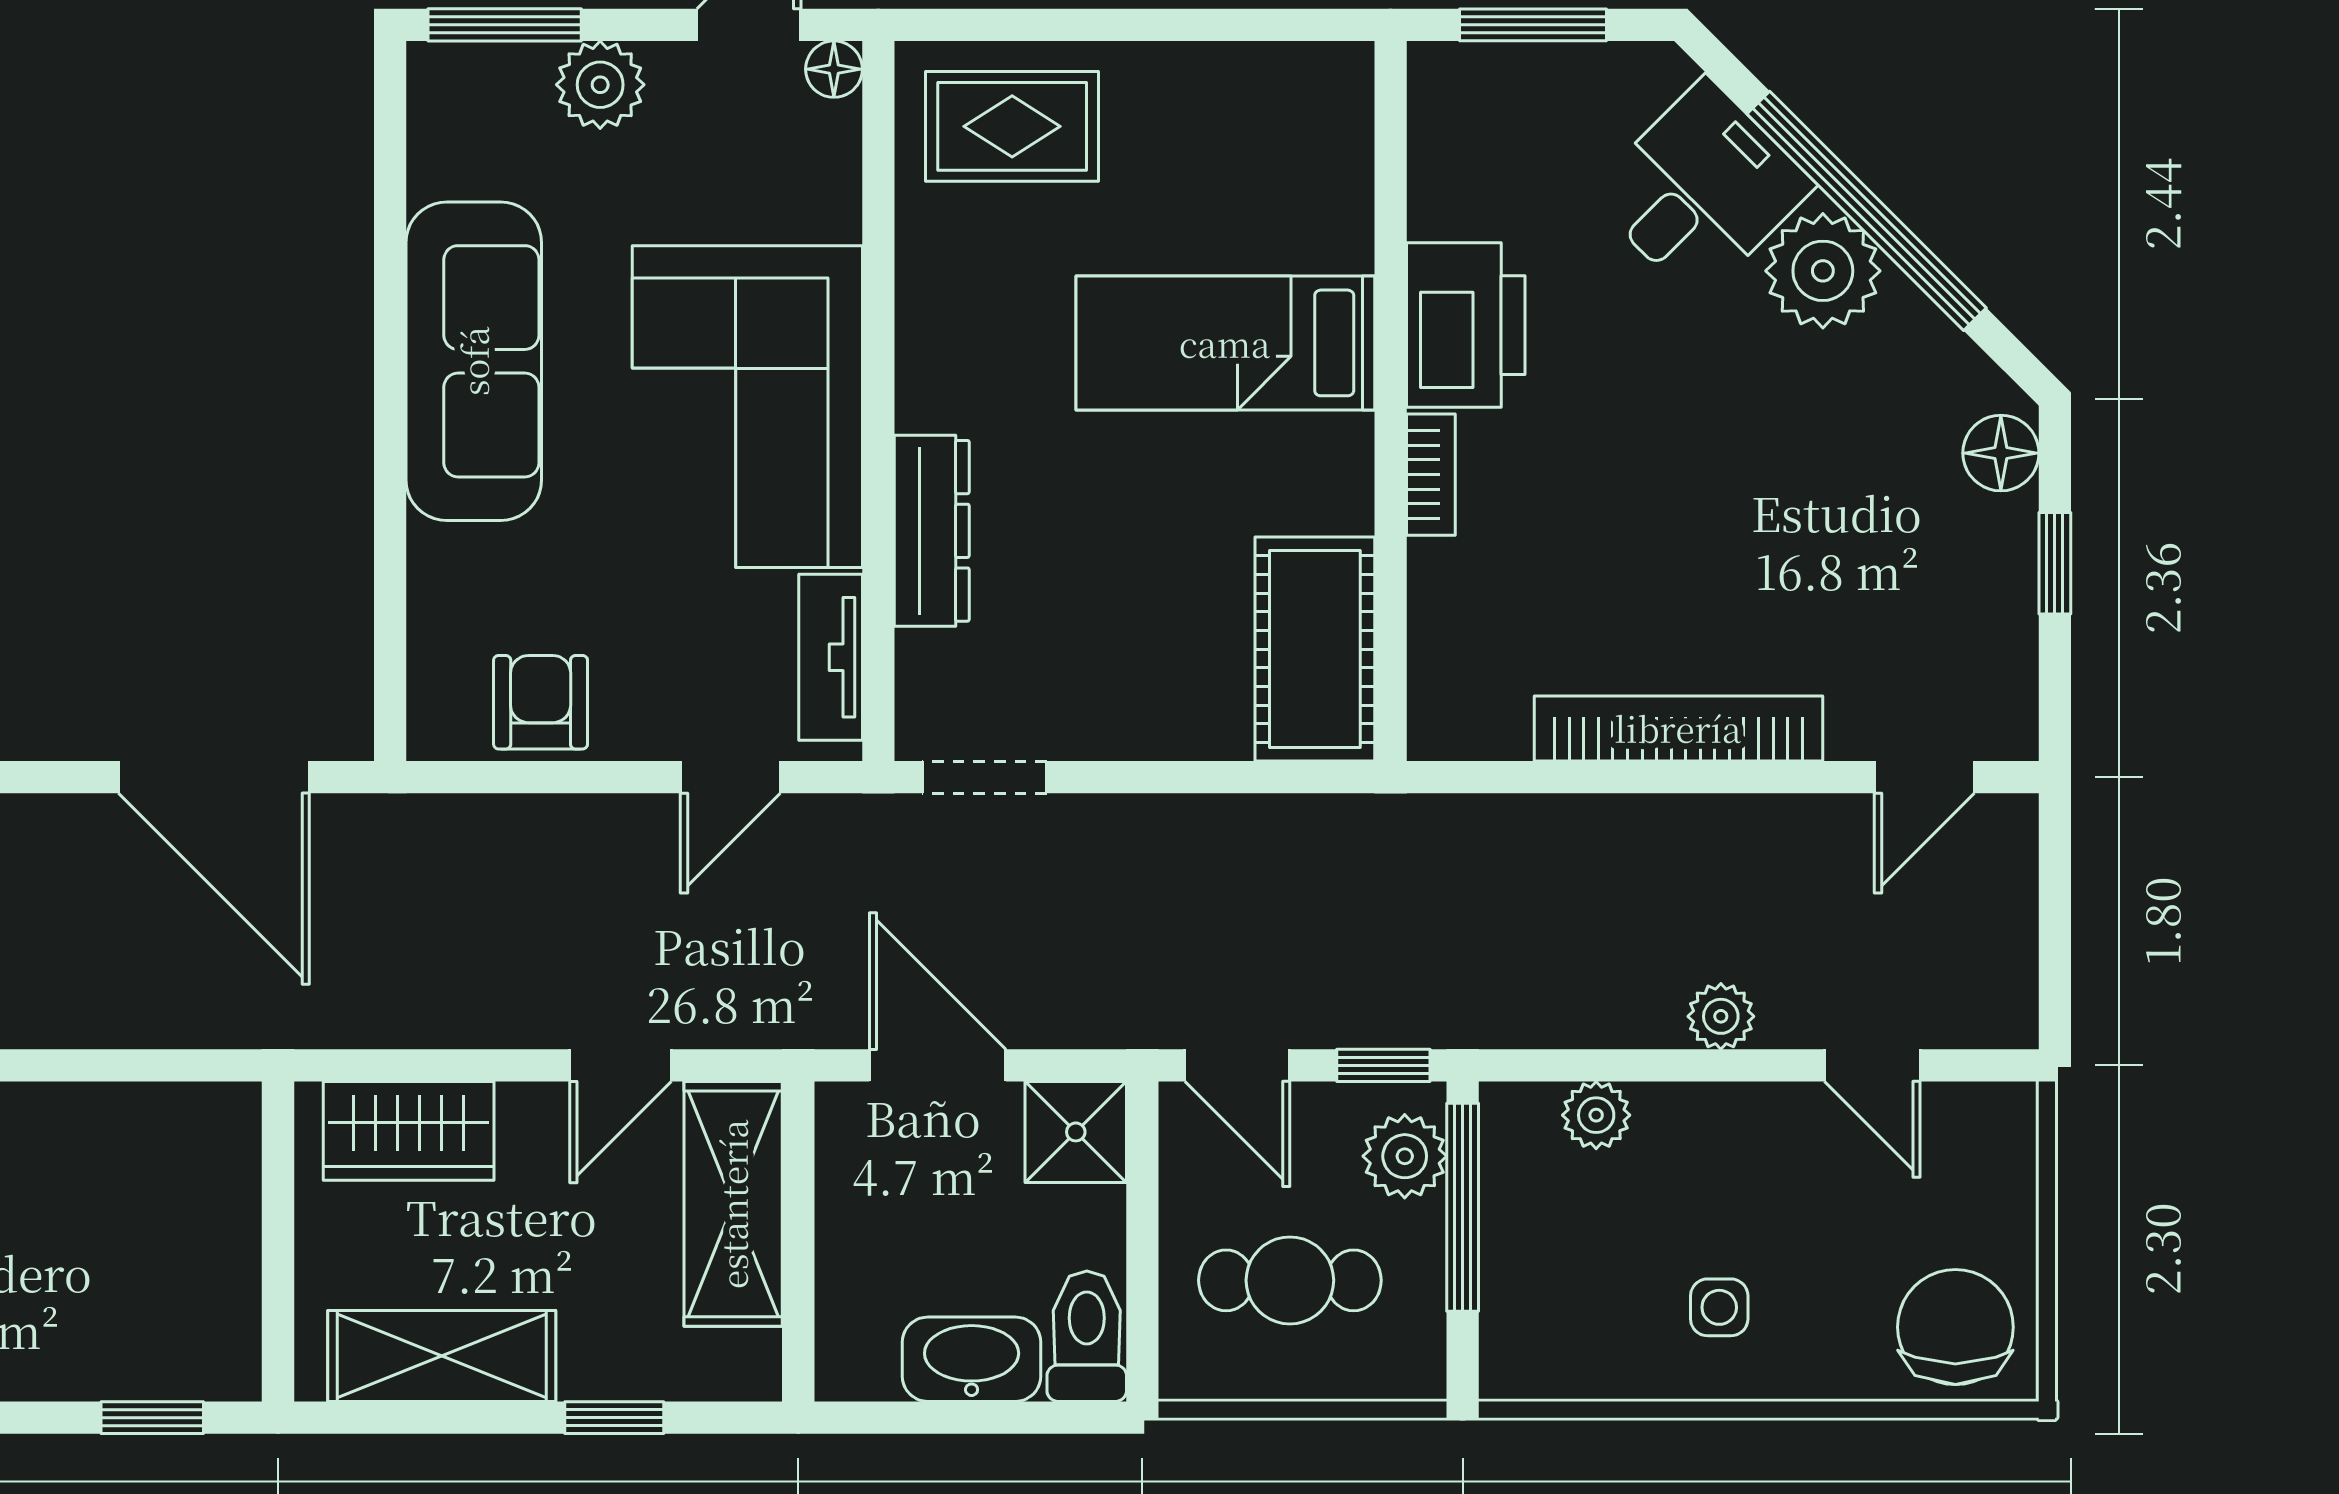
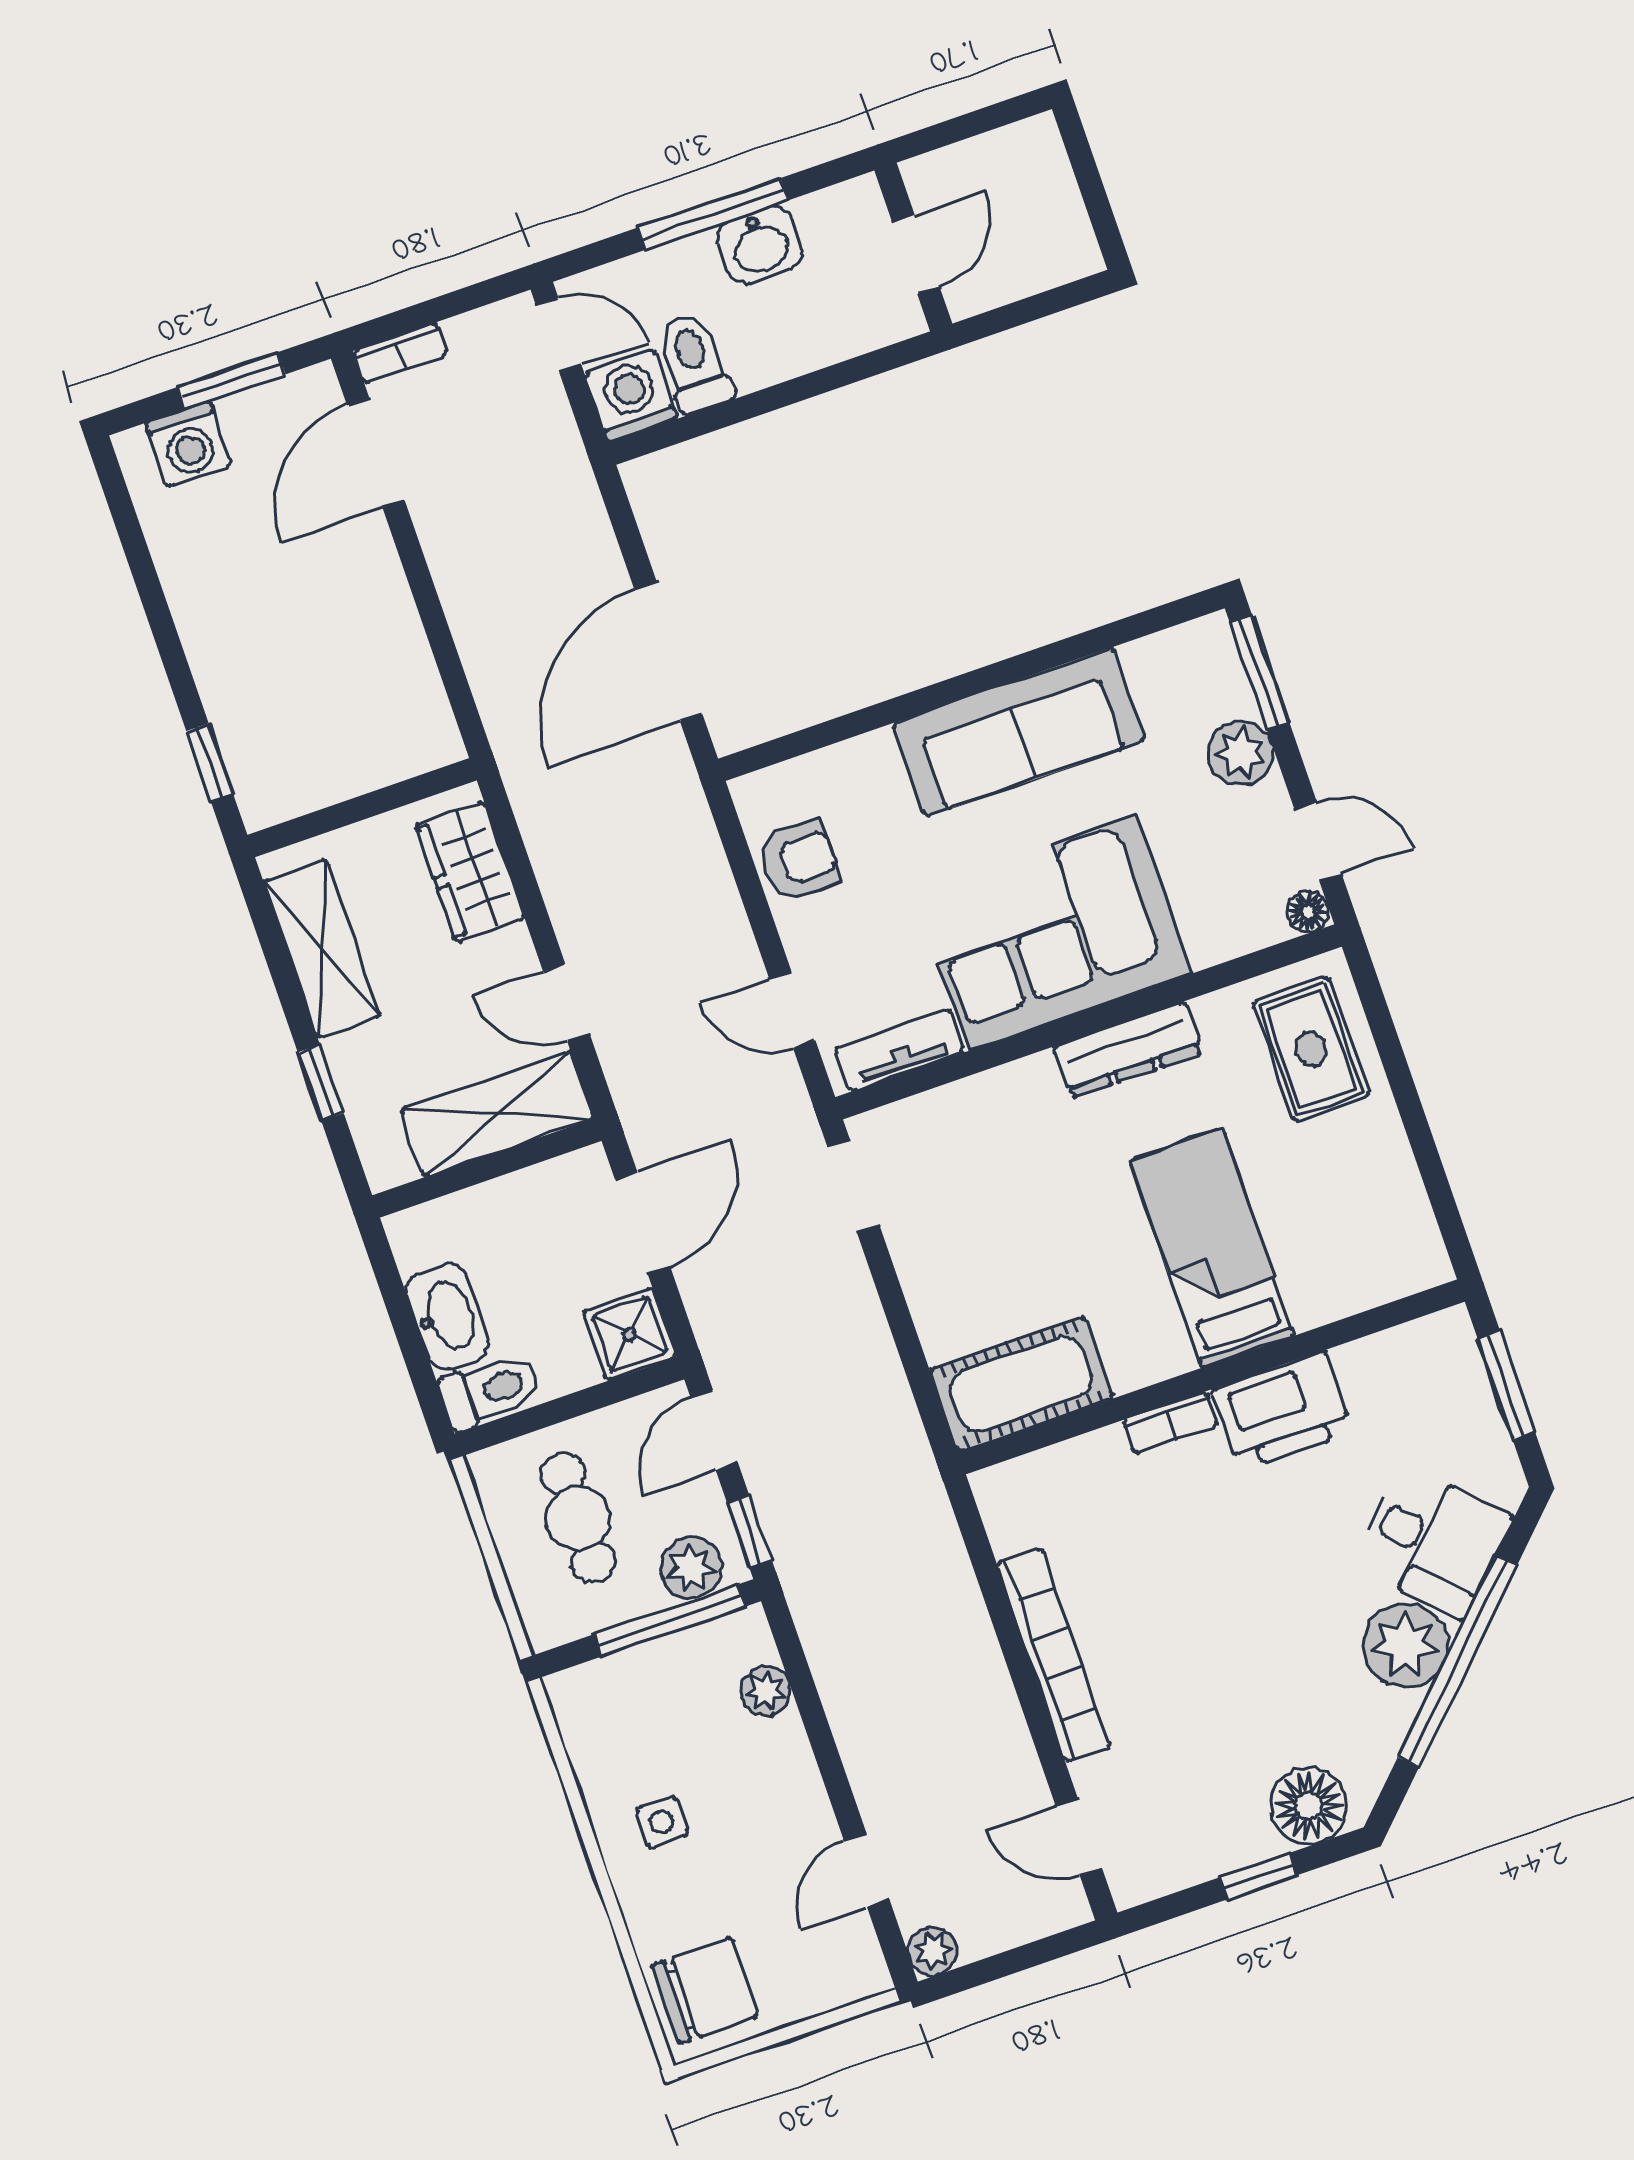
floor lamp: (2001, 453) -> (1309, 1806), width x1.38, depth x1.38
dresser: (932, 531) -> (1128, 1050), moved
plant: (1721, 1016) -> (933, 1951), moved

